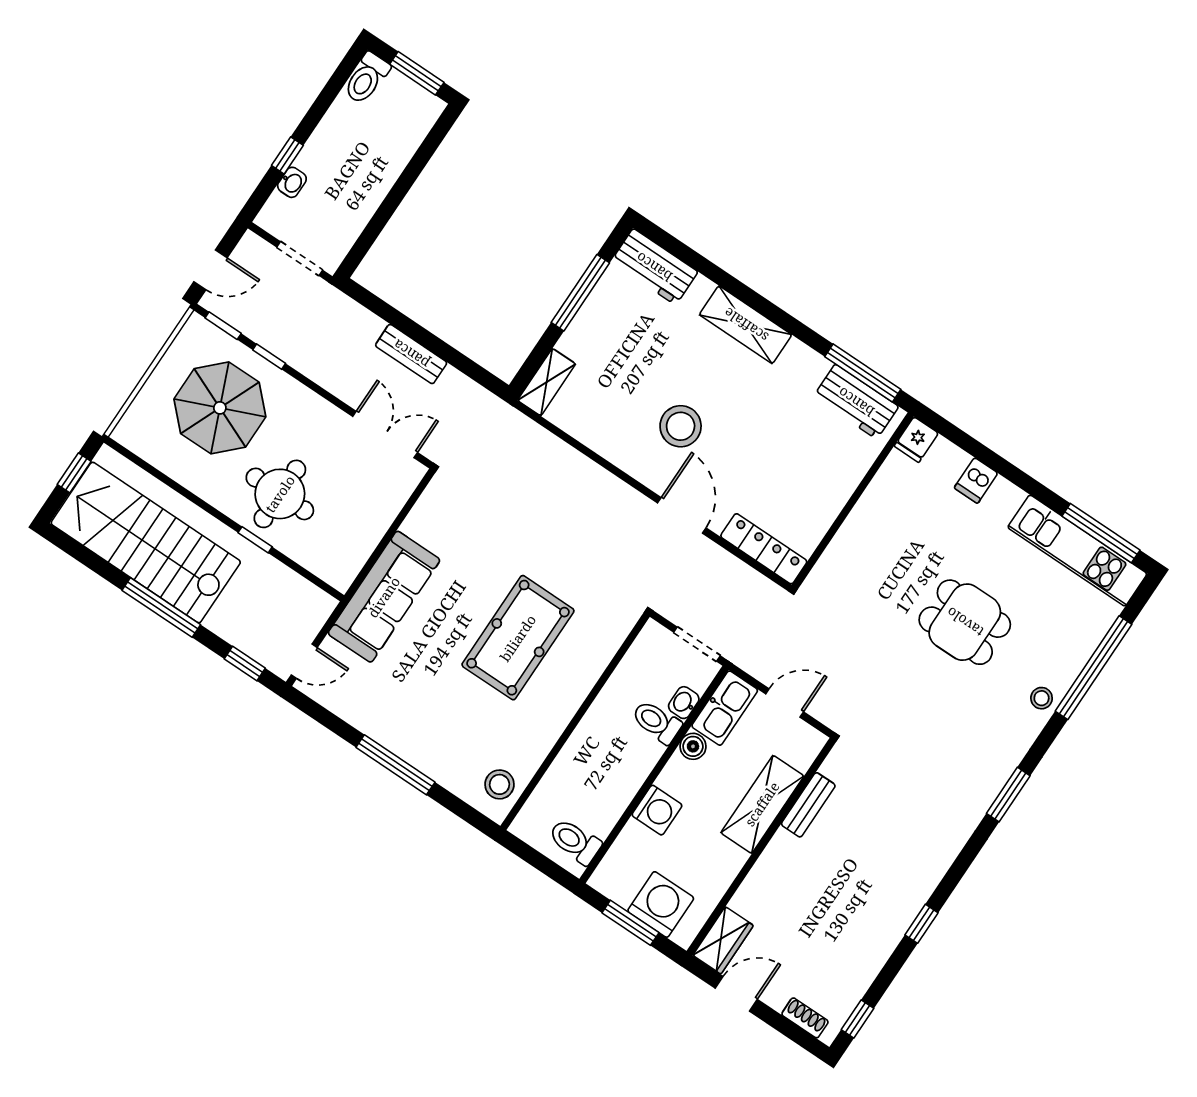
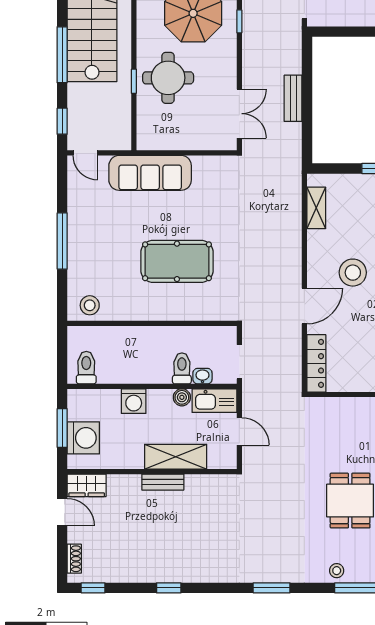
shelving: (547, 382) -> (316, 208), moved, turned 90
bench: (808, 805) -> (163, 482), moved

